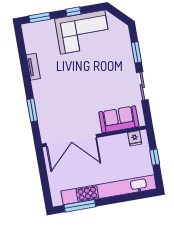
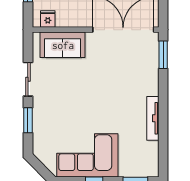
tv unit: (33, 67) -> (153, 118), width x1.41
window: (32, 110) -> (163, 55), moved

